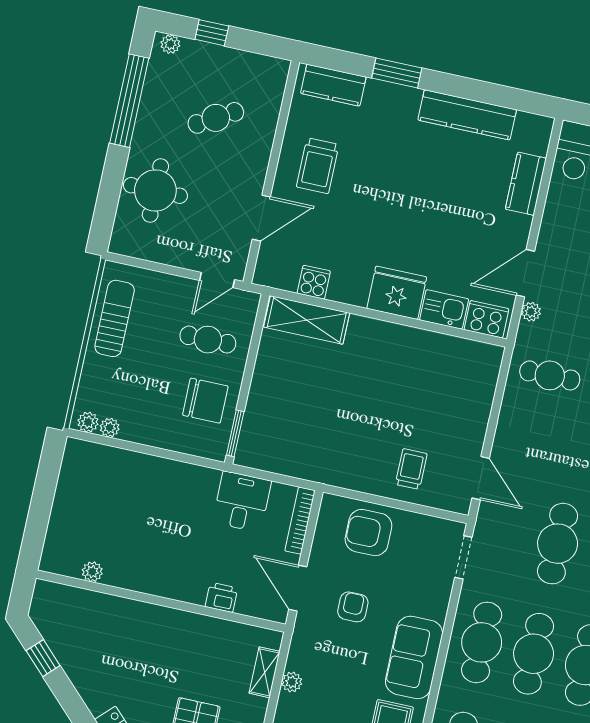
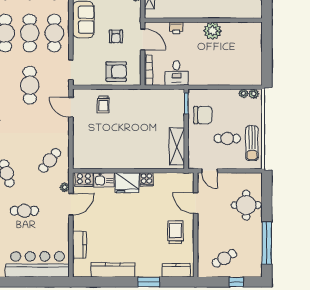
plant: (170, 44) -> (254, 273), removed
cafe table: (216, 118) -> (224, 258), moved
door: (261, 218) -> (196, 203), hinge flipped
door: (217, 280) -> (210, 171), swing flipped
cooker: (314, 282) -> (146, 179), moved
shelving: (307, 320) -> (177, 146), moved, turned 90
cafe table: (208, 340) -> (227, 138), moved
cafe table: (550, 375) -> (50, 160), turned -51
chair: (205, 401) -> (203, 115), turned 180
plant: (92, 572) -> (212, 31), moved, width x1.88, depth x1.88

